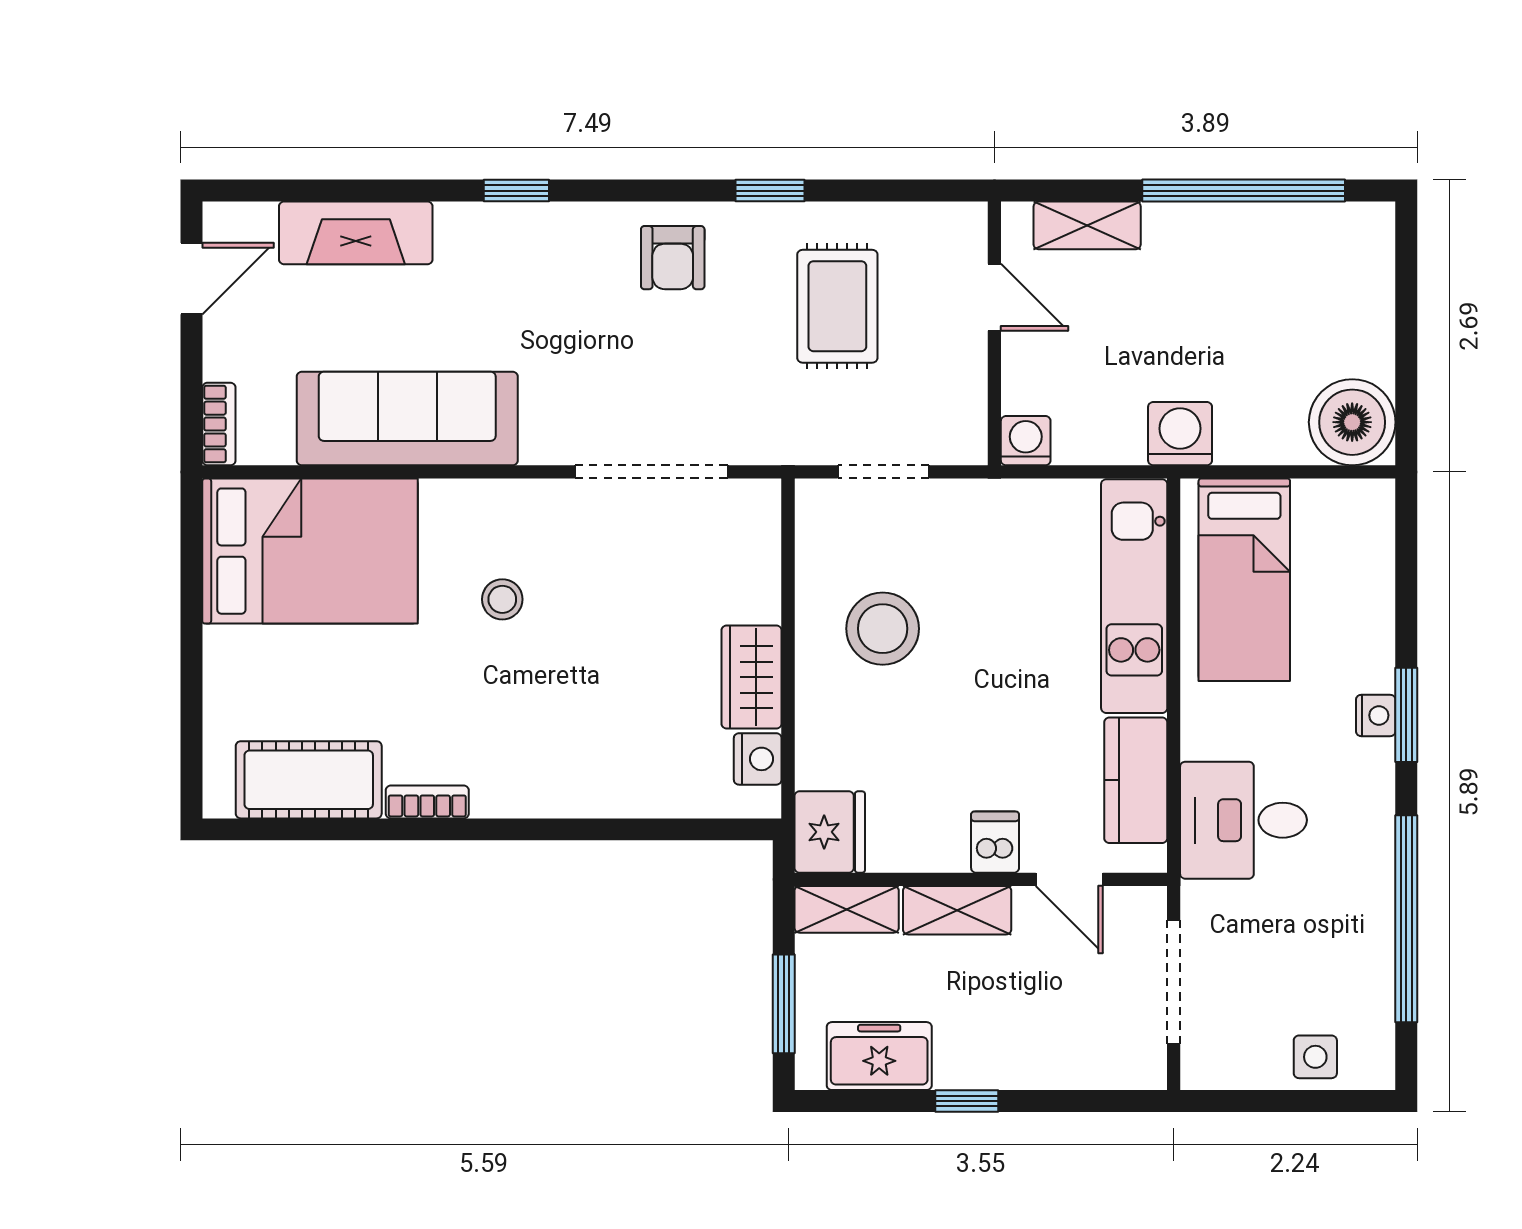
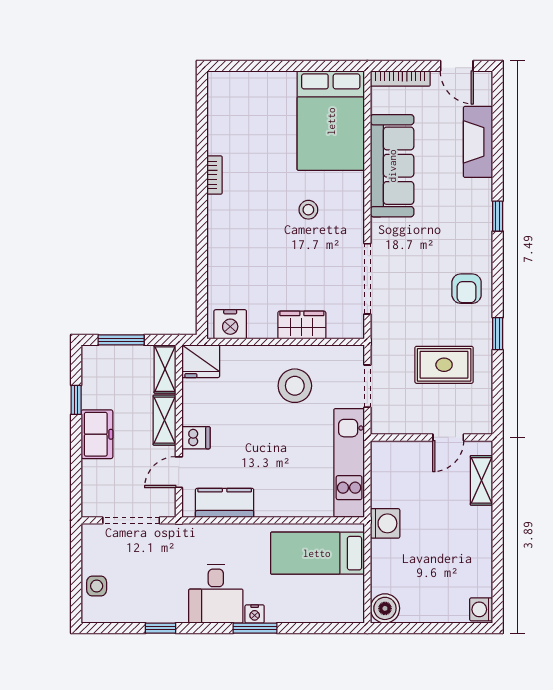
window: (1244, 191) -> (498, 553), removed
armchair: (673, 258) -> (467, 289), turned -90
boiler: (1352, 422) -> (385, 608), width x0.73, depth x0.73
bookcase: (219, 424) -> (400, 79), width x1.56
washing machine: (1026, 441) -> (481, 609), moved, turned 180
kitchen unit: (1134, 596) -> (349, 463), moved, turned -90
wardrobe: (752, 677) -> (302, 325), moved
nightstand: (758, 759) -> (230, 324), width x1.36, depth x1.33
cot: (309, 780) -> (225, 120), removed
desk: (1244, 820) -> (216, 594), moved, turned 180
window: (1406, 919) -> (161, 628), width x0.32
freezer: (879, 1056) -> (97, 434), moved
window: (967, 1101) -> (76, 400), moved

